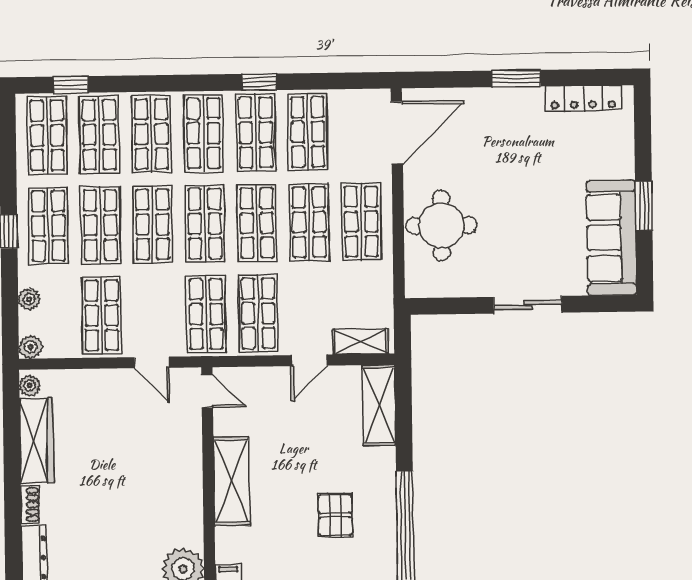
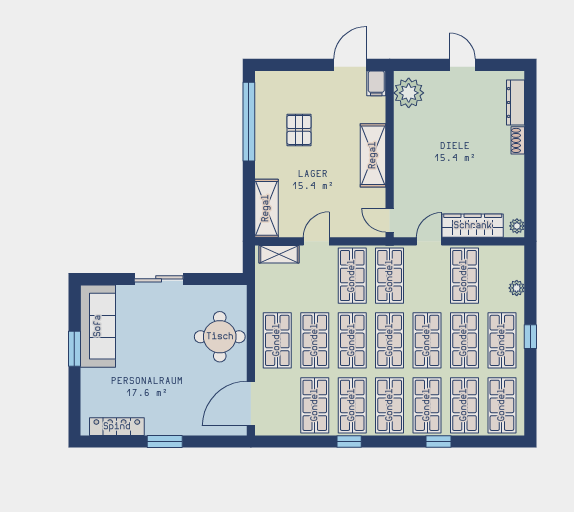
window: (71, 85) -> (439, 441), moved
plant: (30, 347) -> (516, 254), removed
door: (152, 362) -> (429, 241), hinge flipped
wardrobe: (36, 441) -> (473, 226), moved, turned 90

